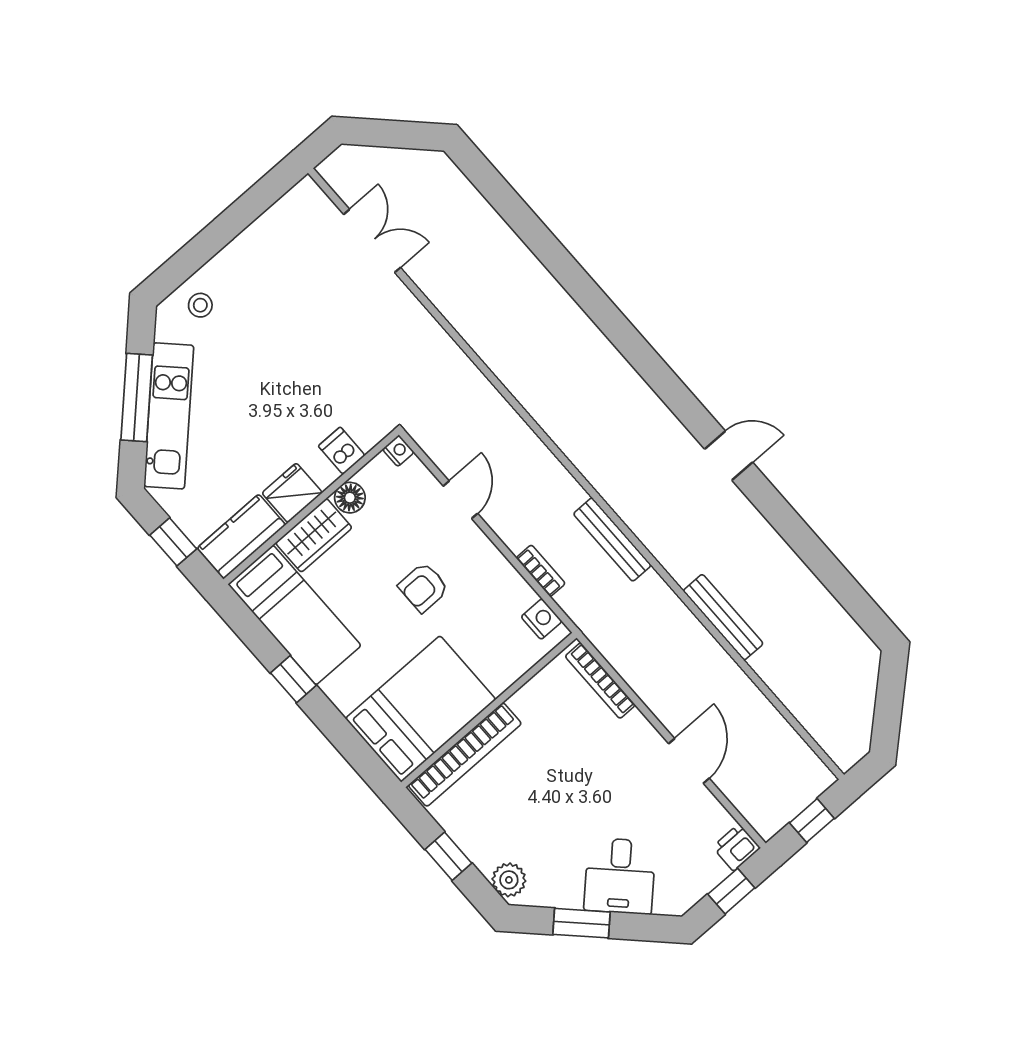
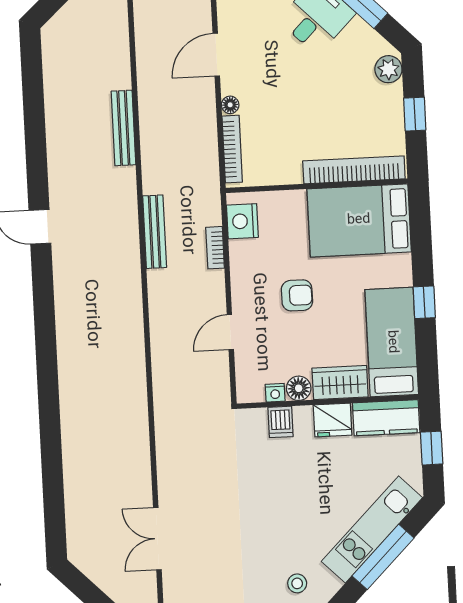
nightstand: (398, 451) -> (275, 393), moved, turned -90
nightstand: (542, 619) -> (242, 221), width x1.36, depth x1.33
floor lamp: (636, 722) -> (230, 105), added

